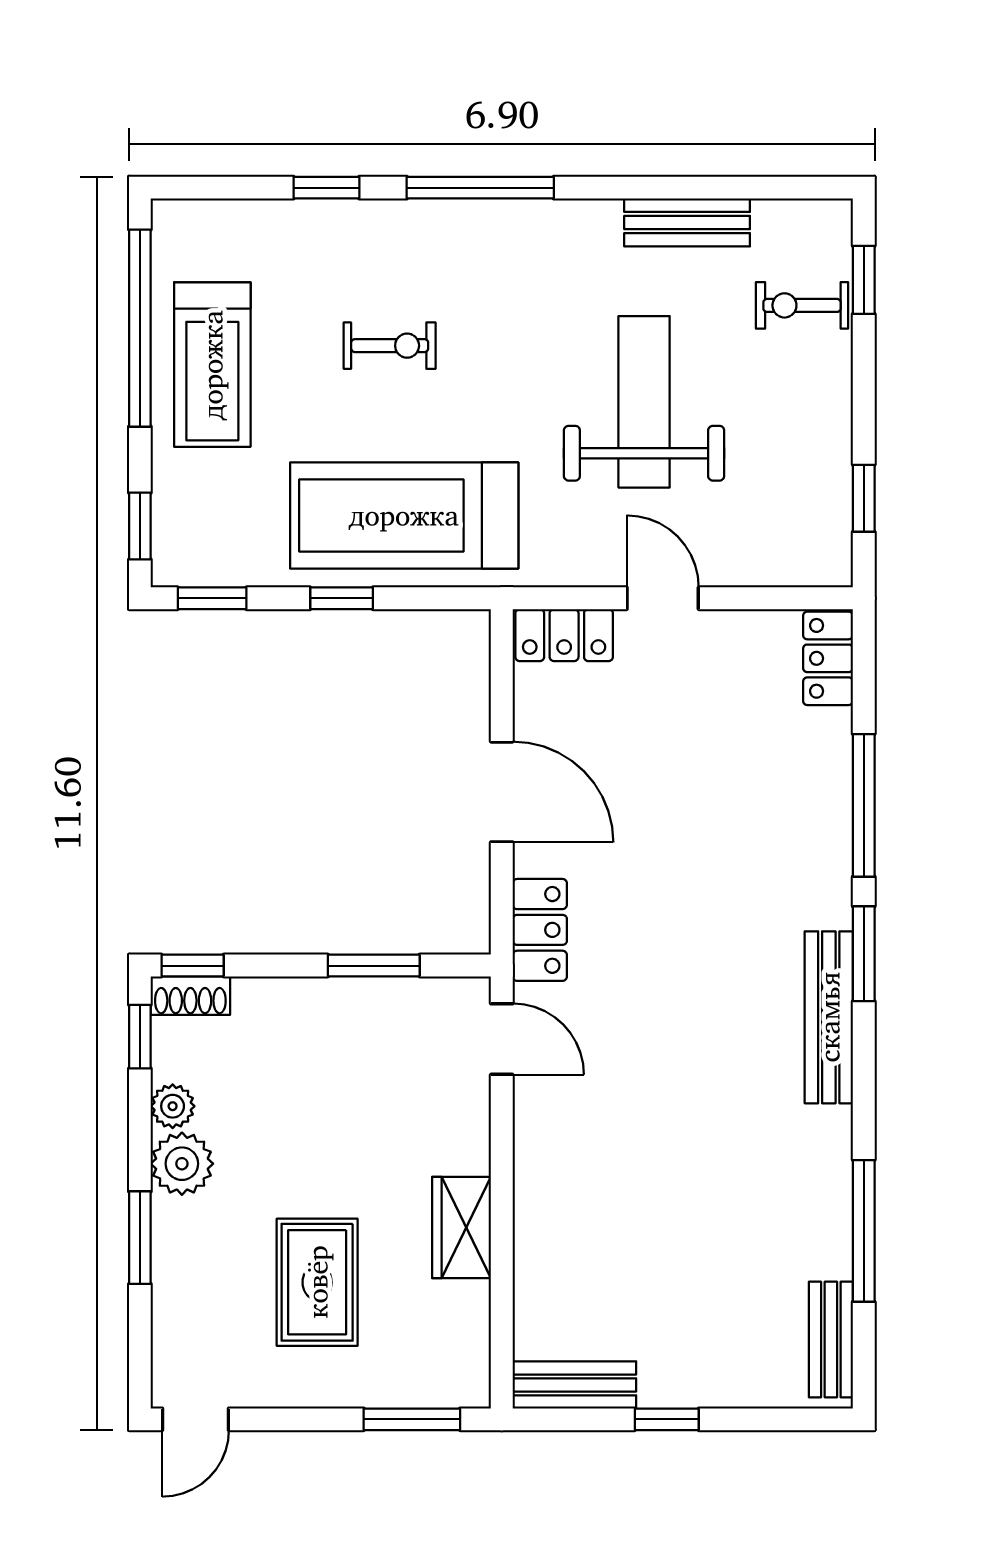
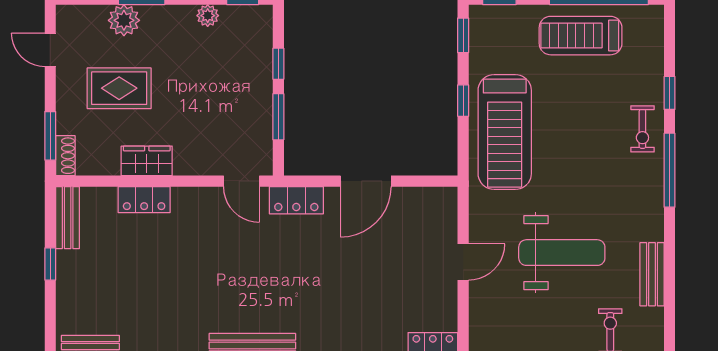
exercise bike: (390, 346) -> (642, 129), moved
treadmill: (404, 515) -> (505, 132), turned 180
locker: (564, 635) -> (144, 200), moved, turned -90
window: (193, 966) -> (278, 64), moved
shoe rack: (190, 996) -> (65, 156), moved, turned 180
door: (502, 1039) -> (241, 181), hinge flipped
plant: (182, 1164) -> (124, 20), moved
door: (196, 1419) -> (50, 50), moved

